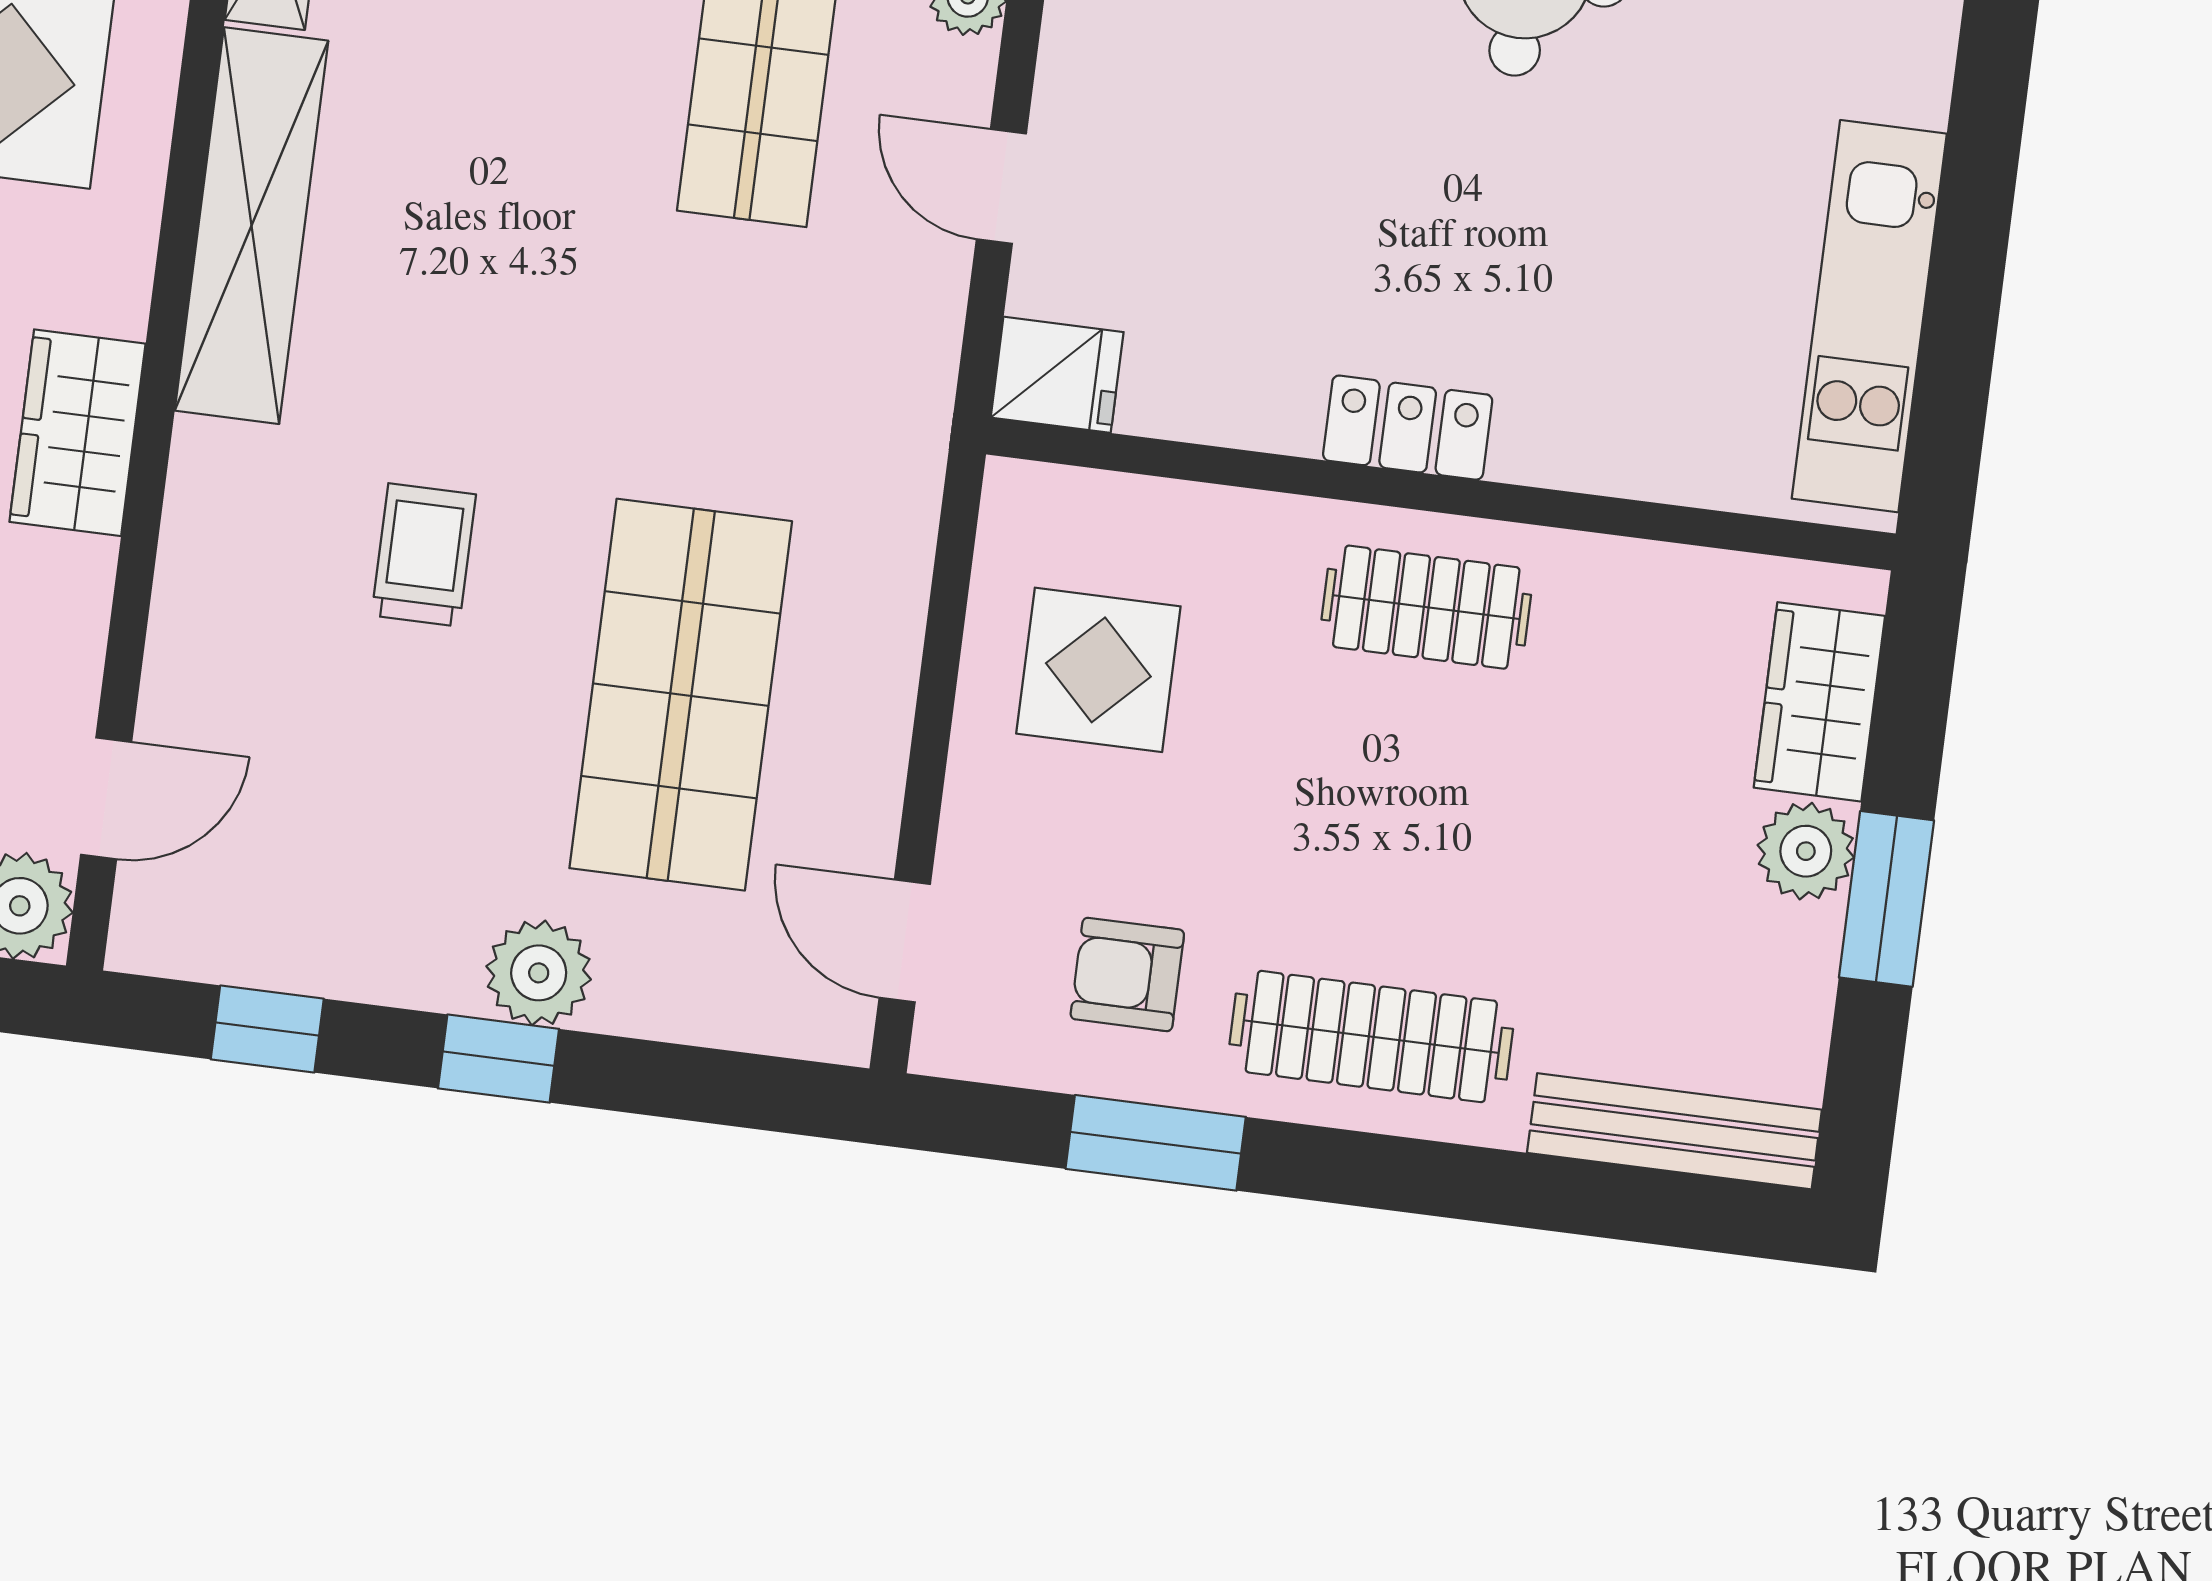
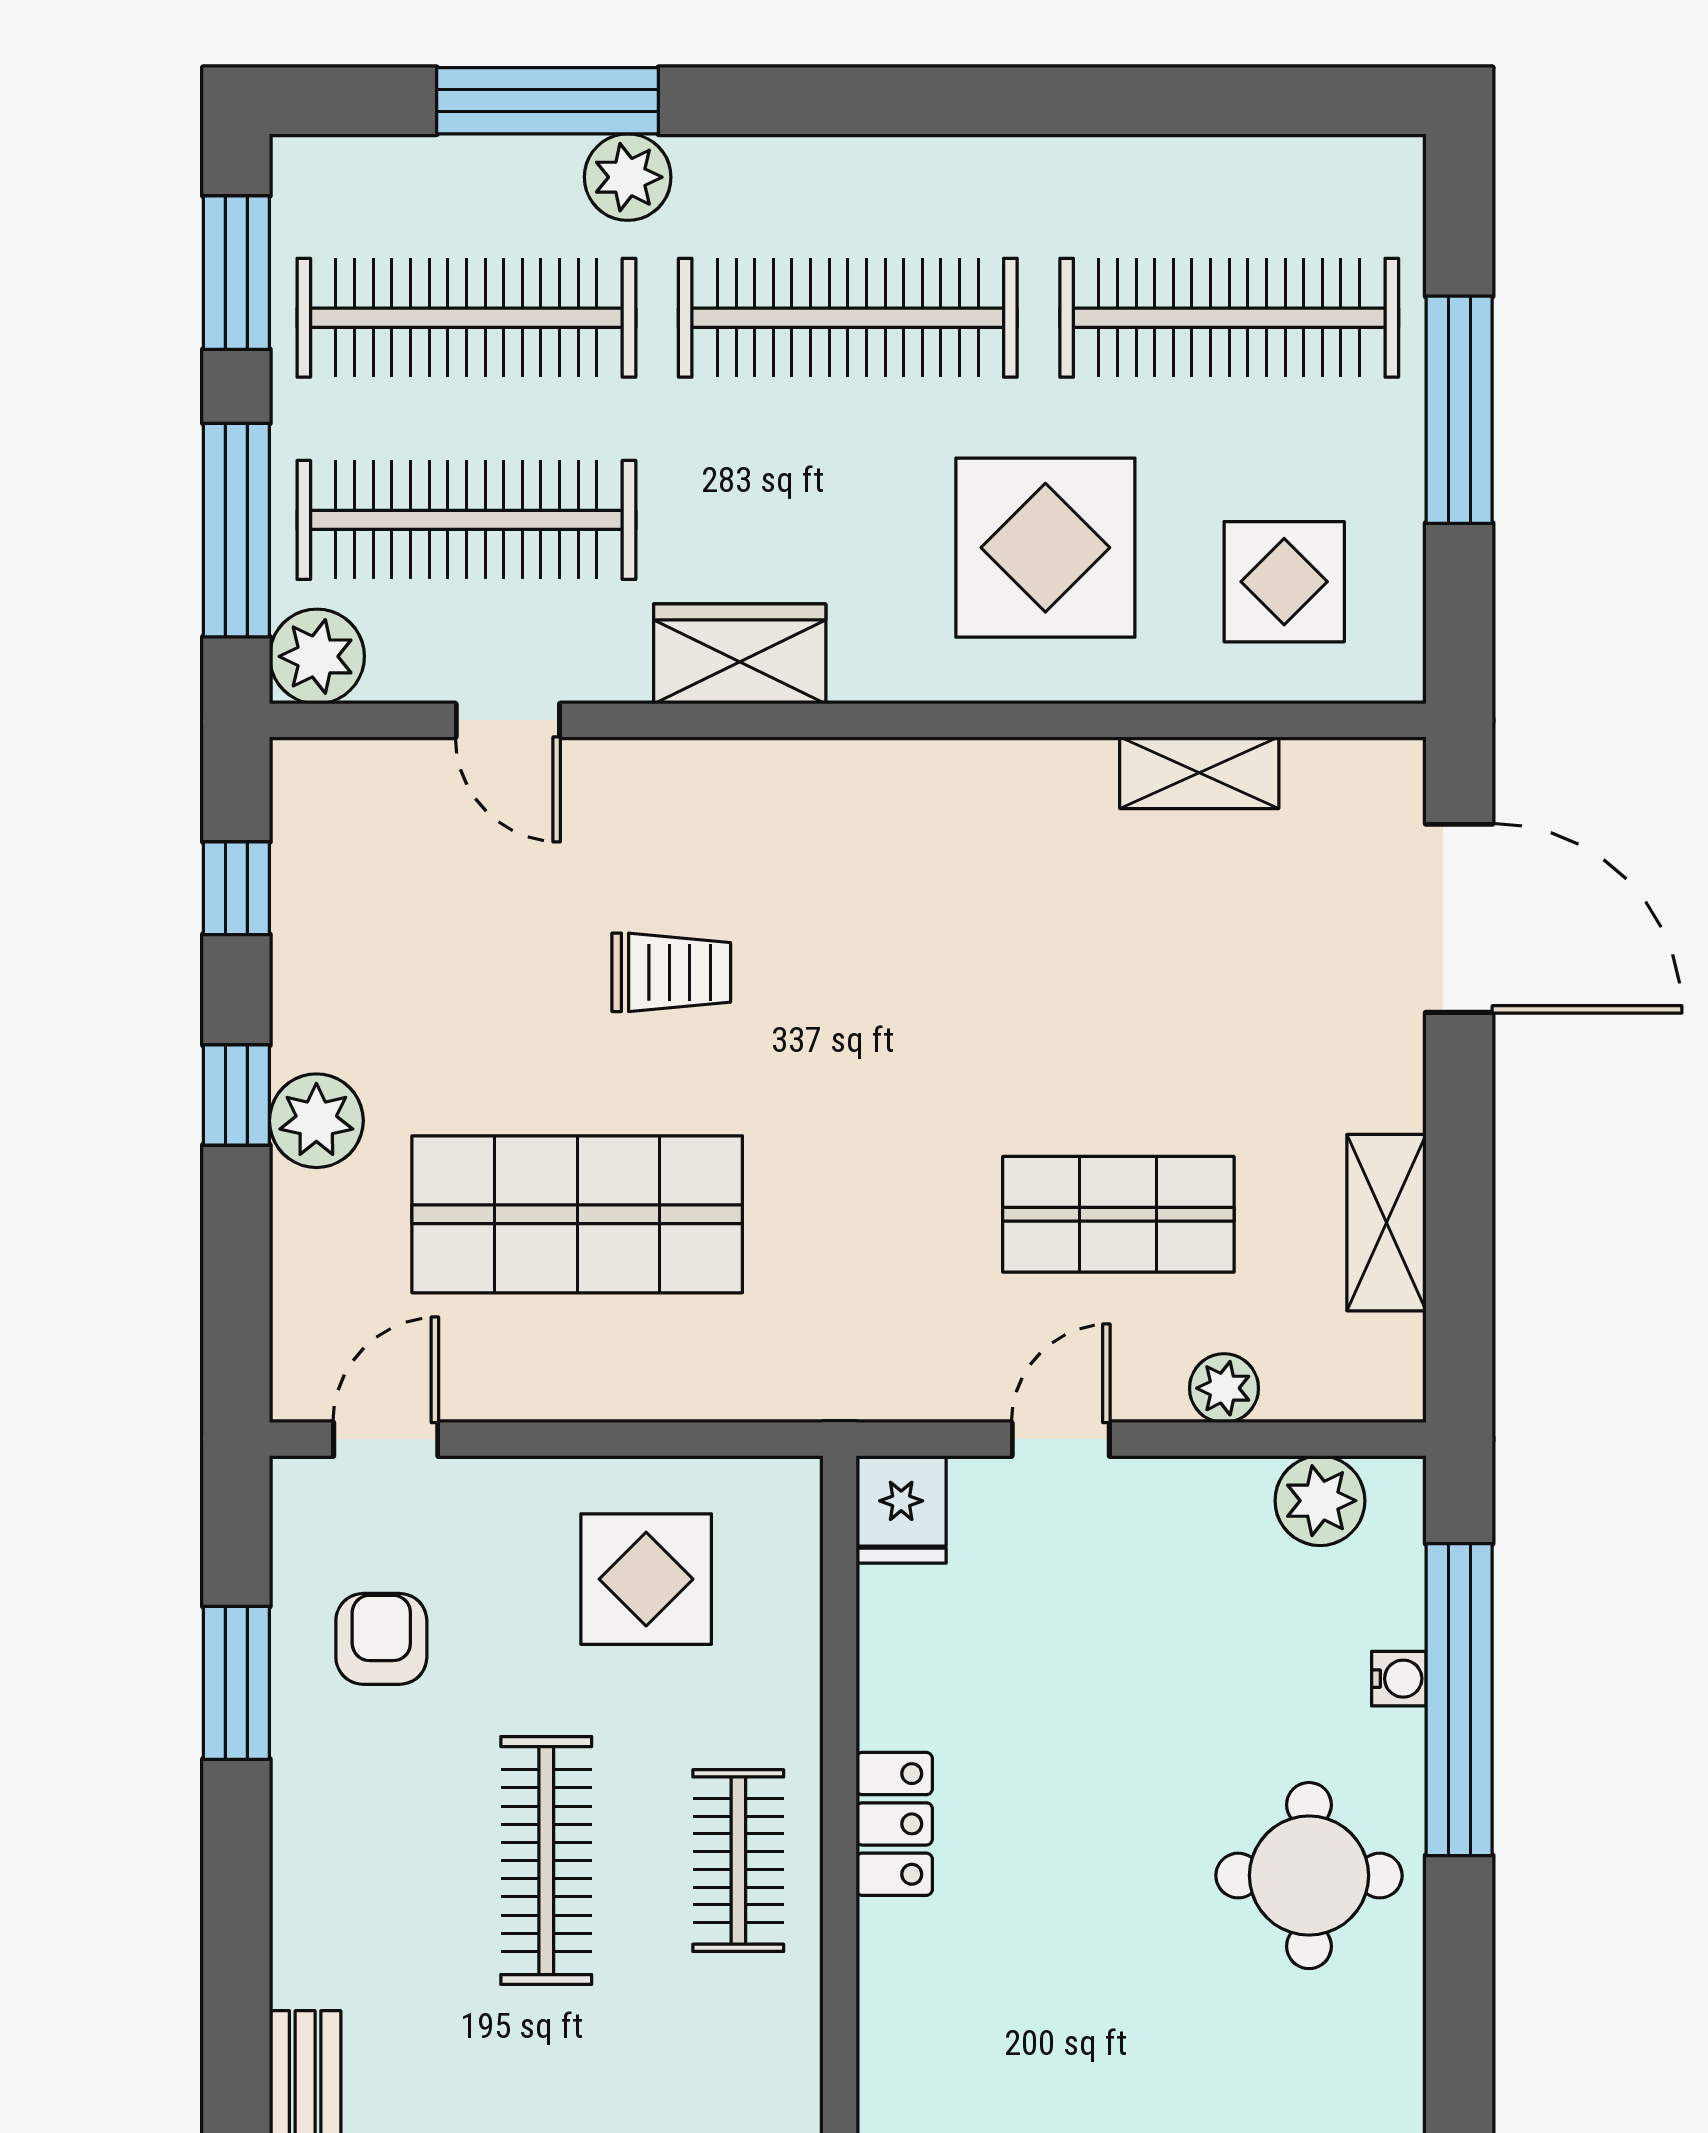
shelving: (252, 226) -> (942, 784), removed
door: (106, 798) -> (508, 720), moved
clothes rail: (1371, 1037) -> (546, 1861), moved

